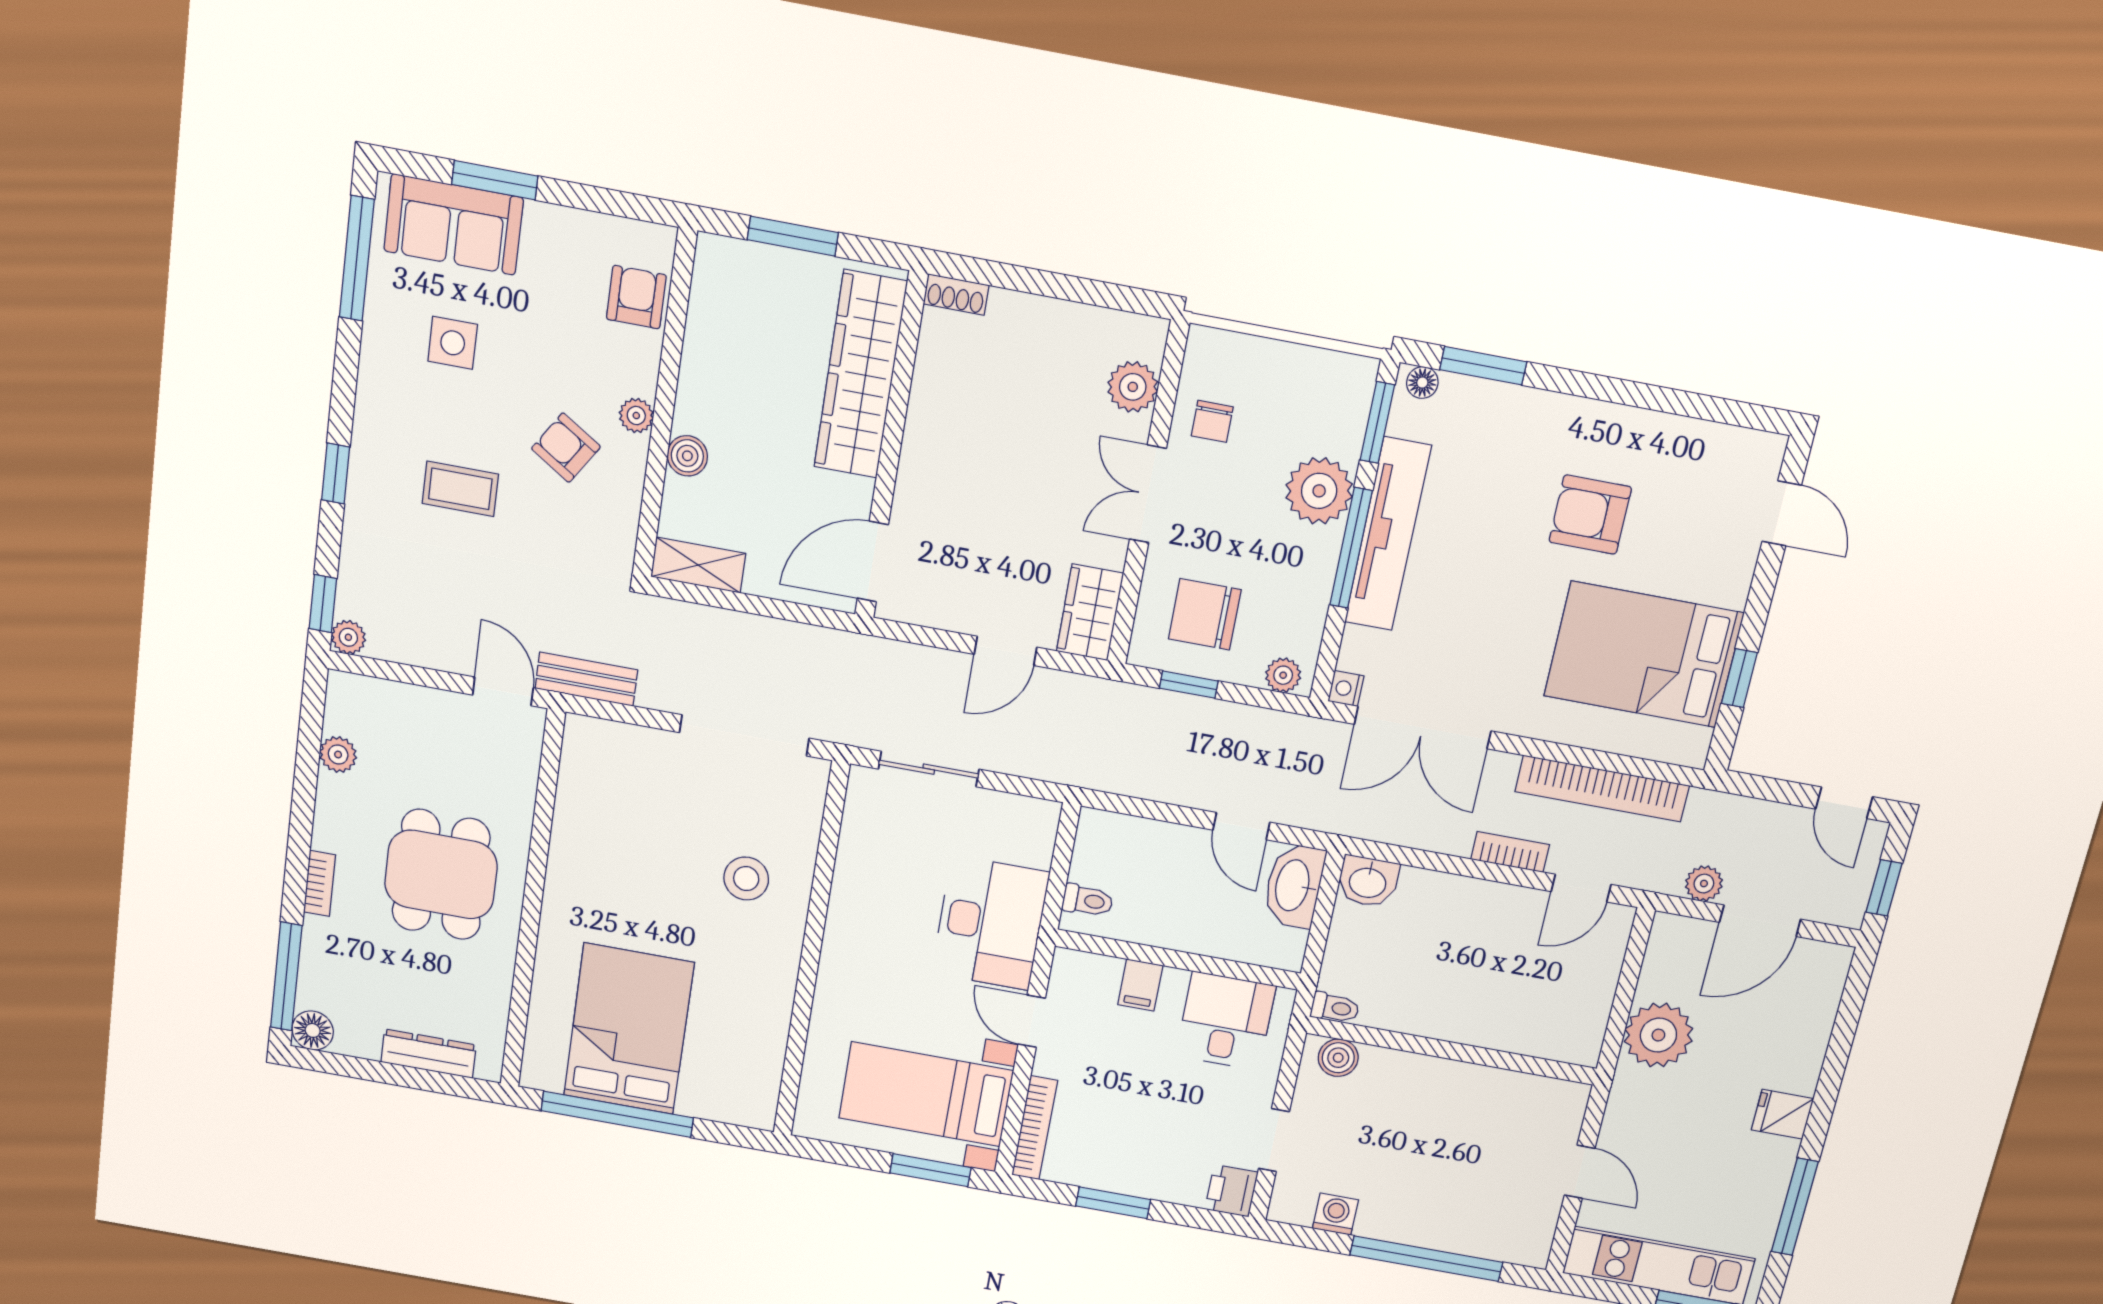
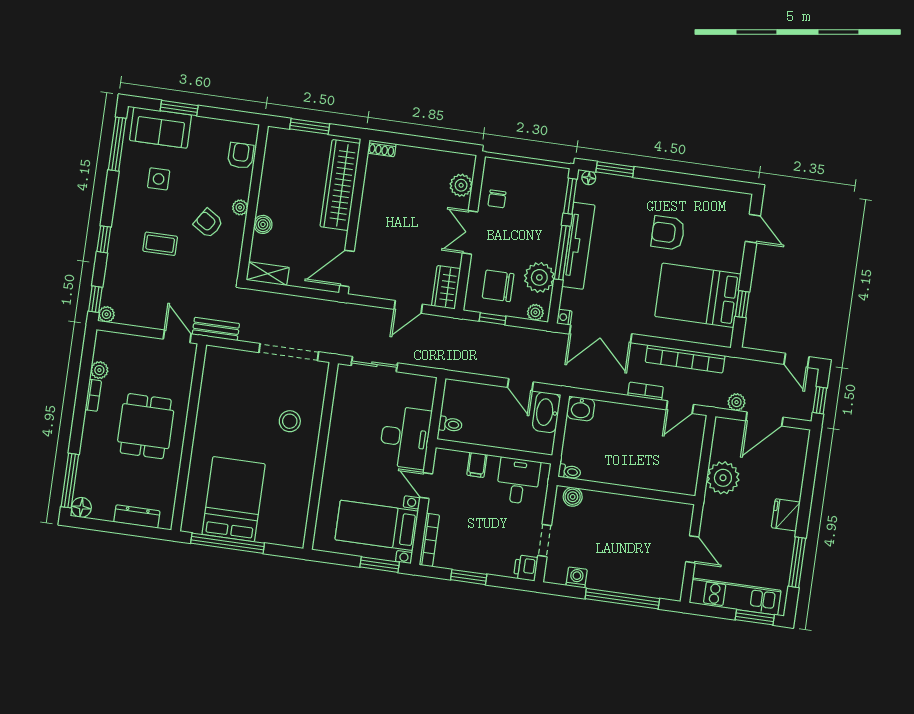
plant: (1319, 491) -> (539, 277), moved
bookcase: (320, 883) -> (93, 395), moved
fridge: (1782, 1114) -> (786, 515), width x1.38

